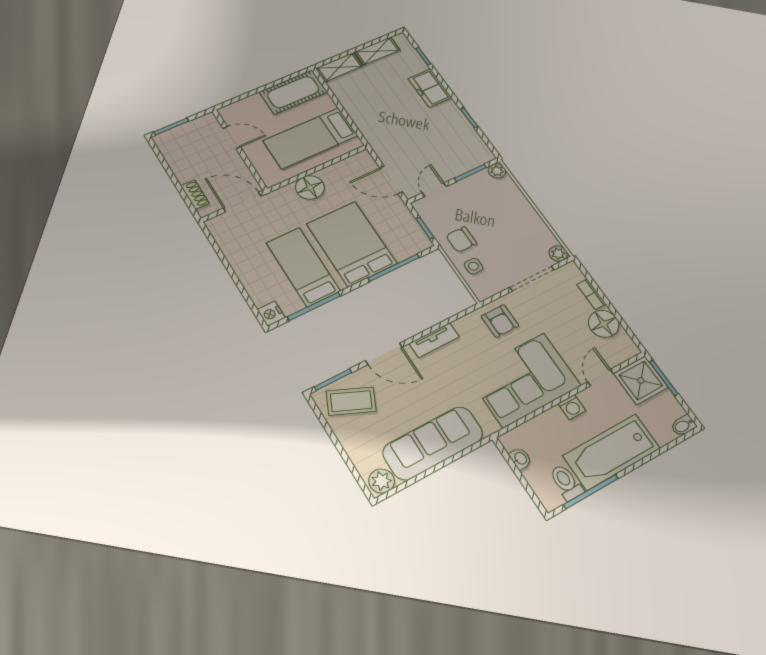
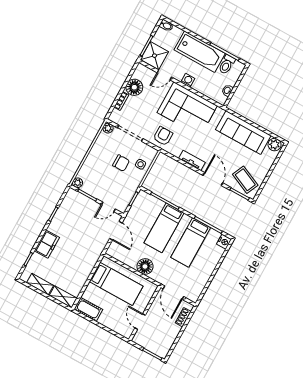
cot: (293, 92) -> (88, 309), width x0.73, depth x0.75
chair: (461, 240) -> (121, 163), moved
bed: (352, 244) -> (164, 228), width x0.67

